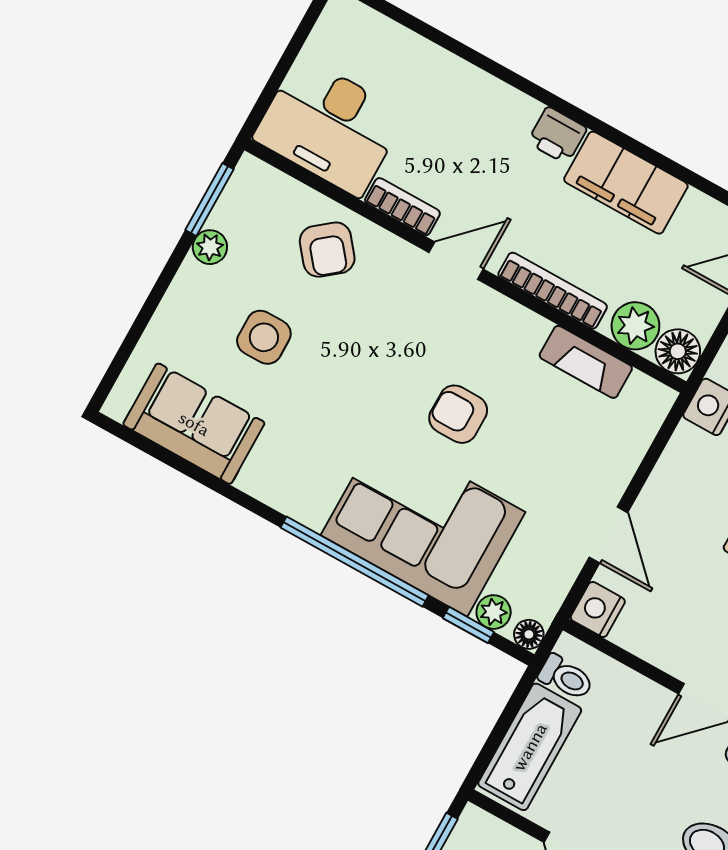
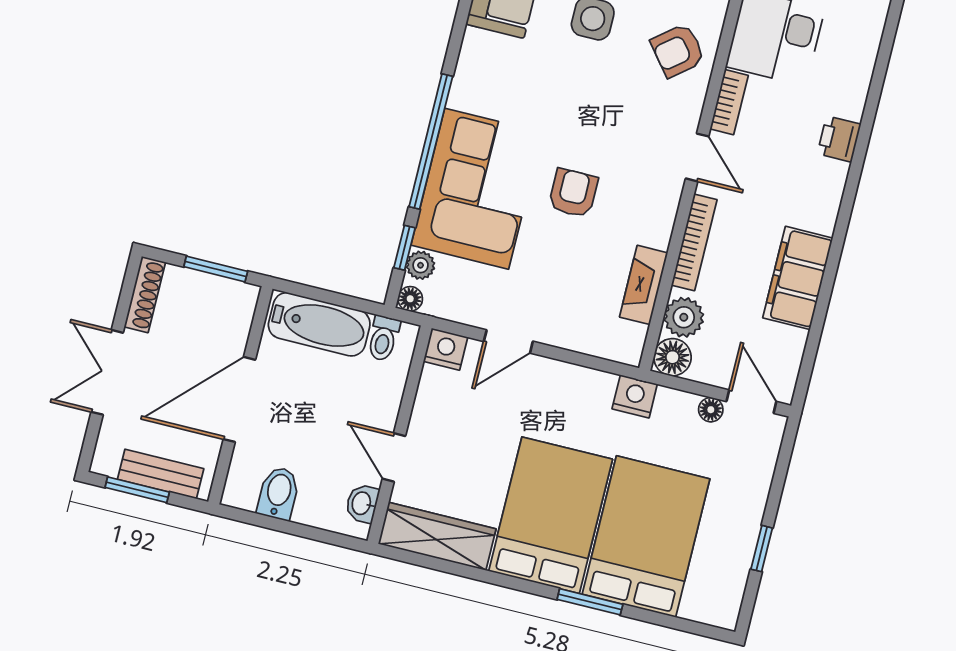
printer: (557, 135) -> (839, 139), moved

